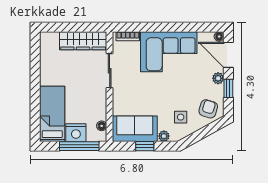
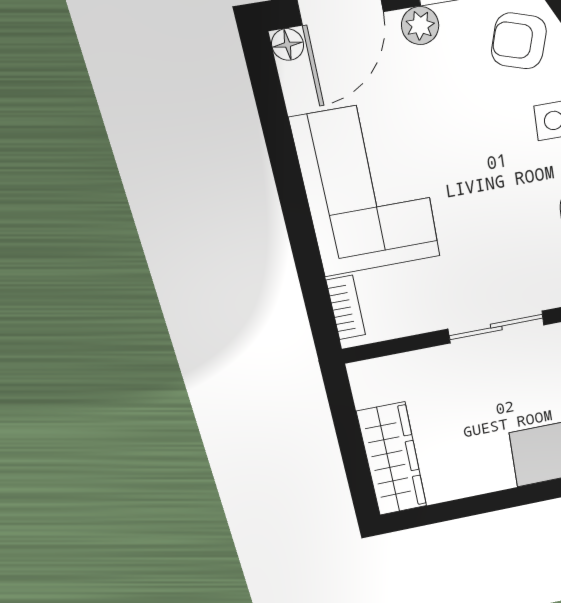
wardrobe: (83, 41) -> (392, 460), moved
sliding door: (110, 71) -> (496, 327), moved

